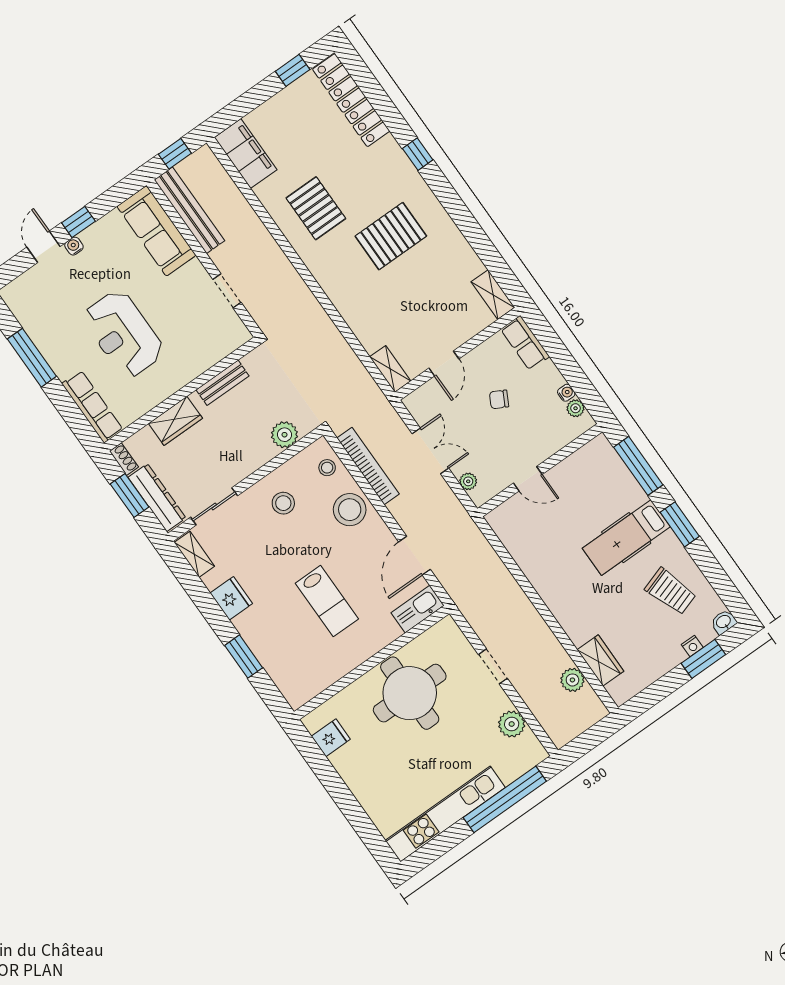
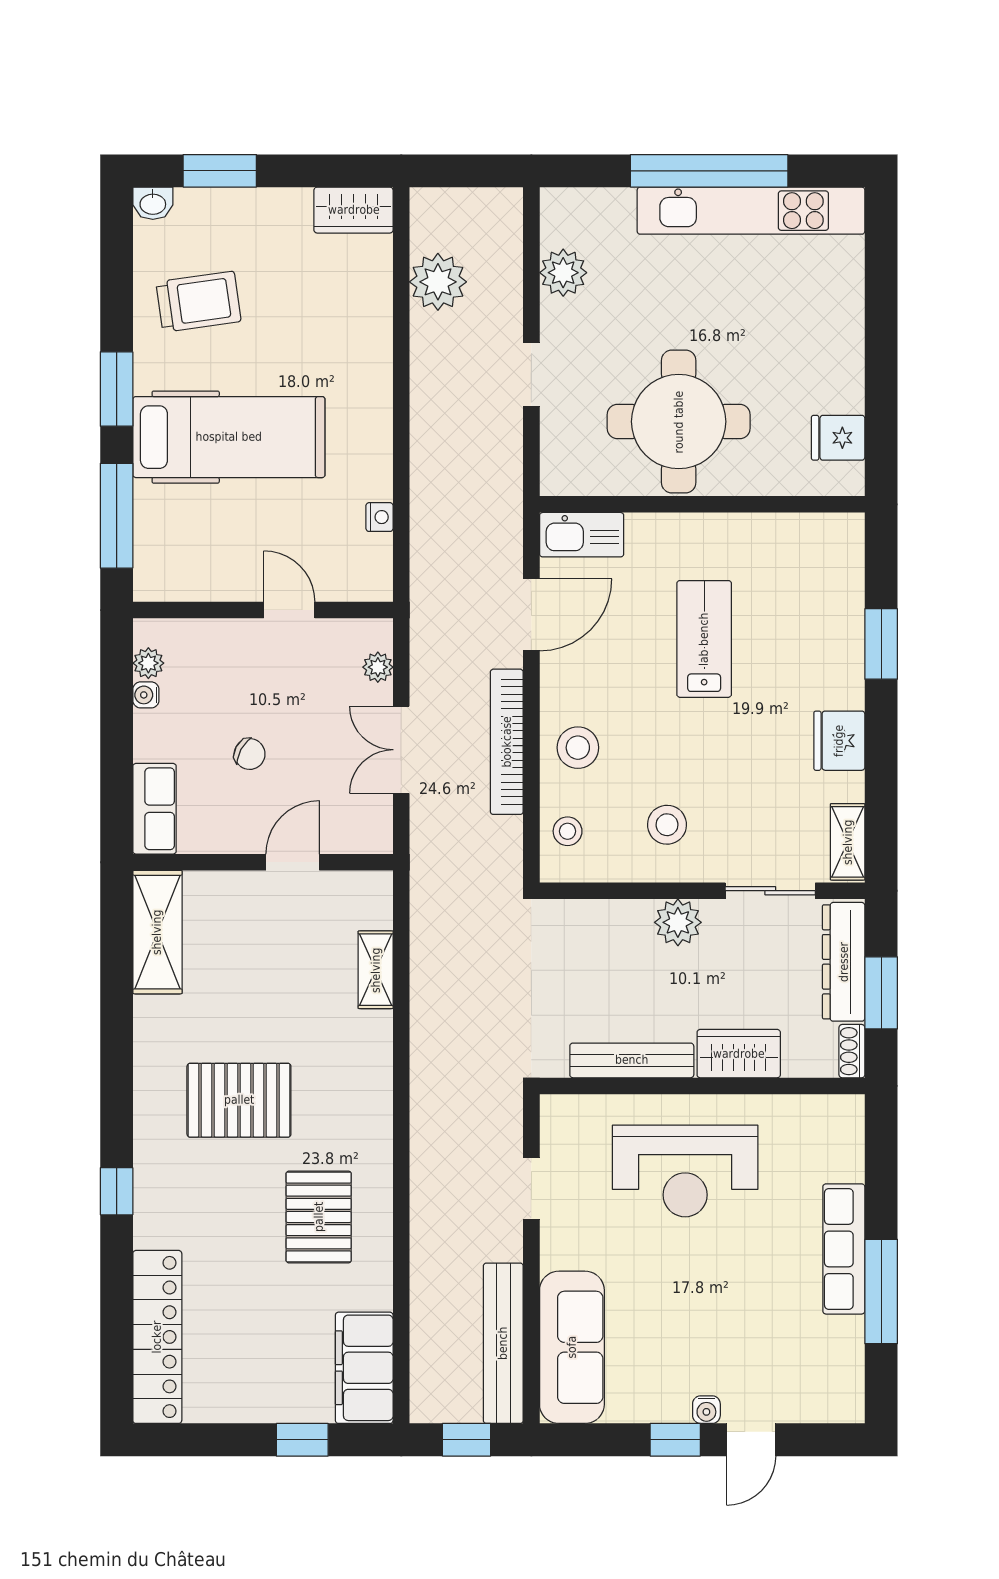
window: (293, 70) -> (302, 1440), moved
shelving: (493, 295) -> (157, 932), width x1.50, depth x1.33
reception desk: (123, 334) -> (685, 1171), moved, turned 90
shelving: (390, 369) -> (376, 970), moved
bench: (223, 383) -> (632, 1060), width x1.36
row of seats: (92, 407) -> (844, 1249), moved
plant: (284, 435) -> (678, 922), moved
bookcase: (368, 466) -> (507, 742), moved
stool: (350, 510) -> (578, 748), width x0.73, depth x0.73
hospital bed: (626, 538) -> (229, 437), width x1.37, depth x1.29
trolley: (670, 591) -> (198, 302), turned 100
nightstand: (692, 646) -> (380, 517), moved, turned 90
wardrobe: (600, 660) -> (354, 210), moved, turned -90
plant: (572, 680) -> (438, 282), width x1.36, depth x1.36
window: (505, 799) -> (709, 171), moved

